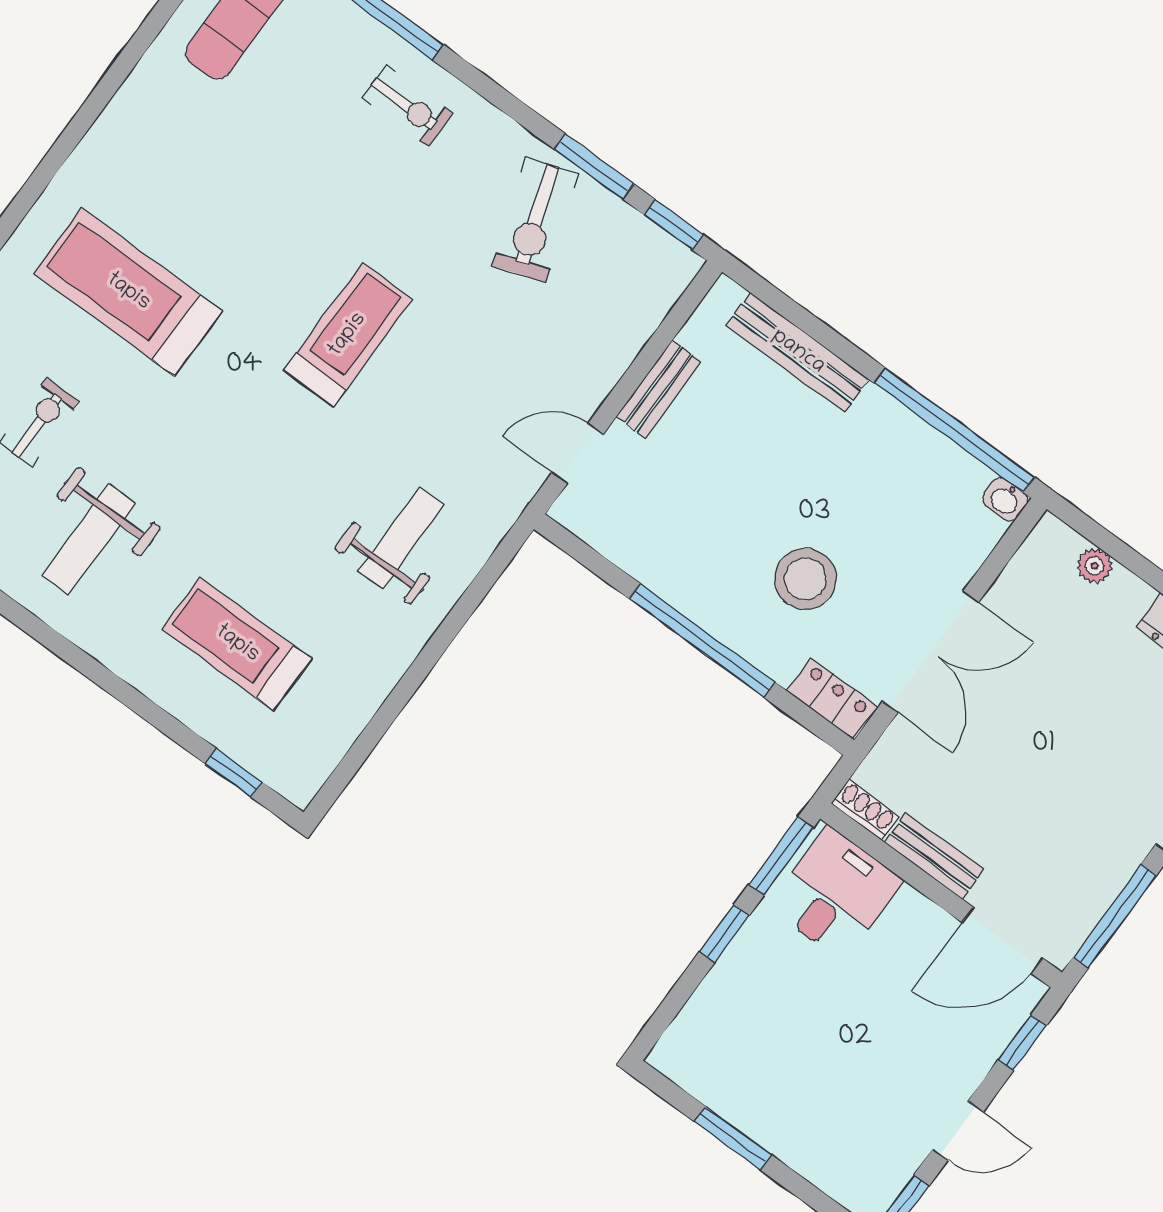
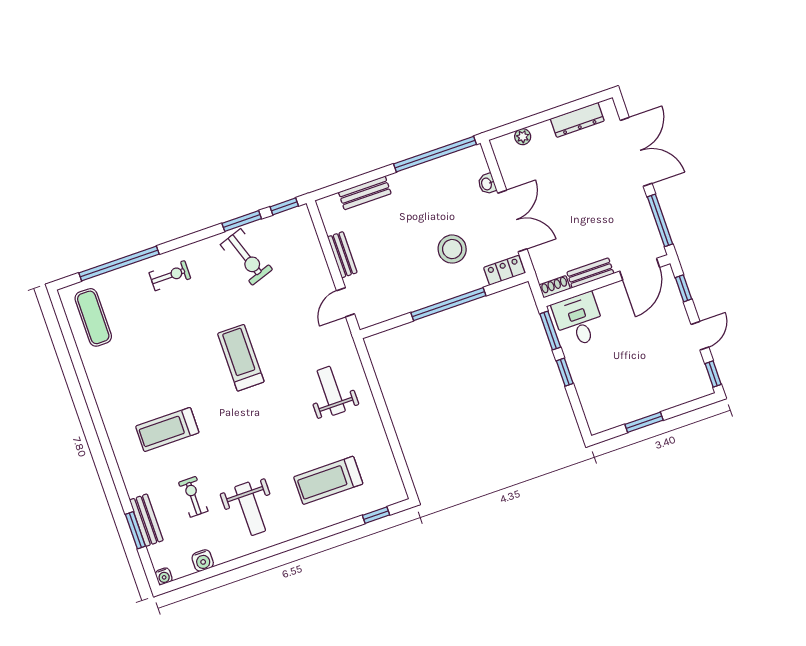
treadmill: (128, 292) -> (167, 429), width x0.73, depth x0.73
bench: (798, 352) -> (365, 193), width x0.73
washbasin: (1005, 499) -> (487, 184), moved, turned 90

